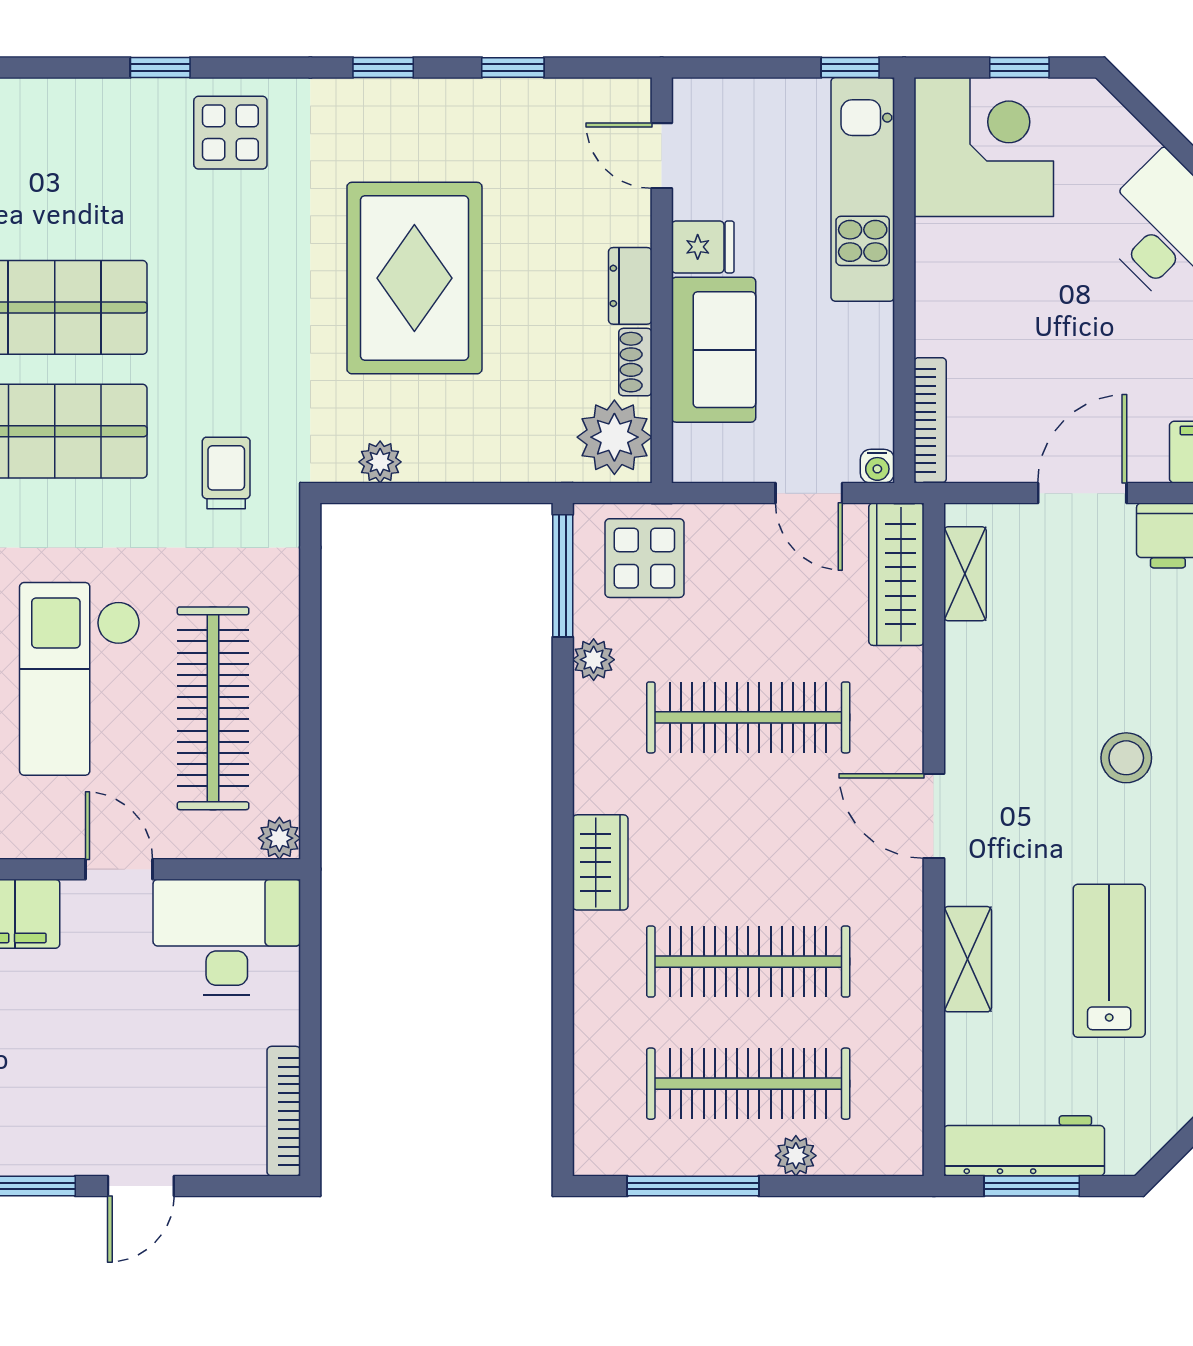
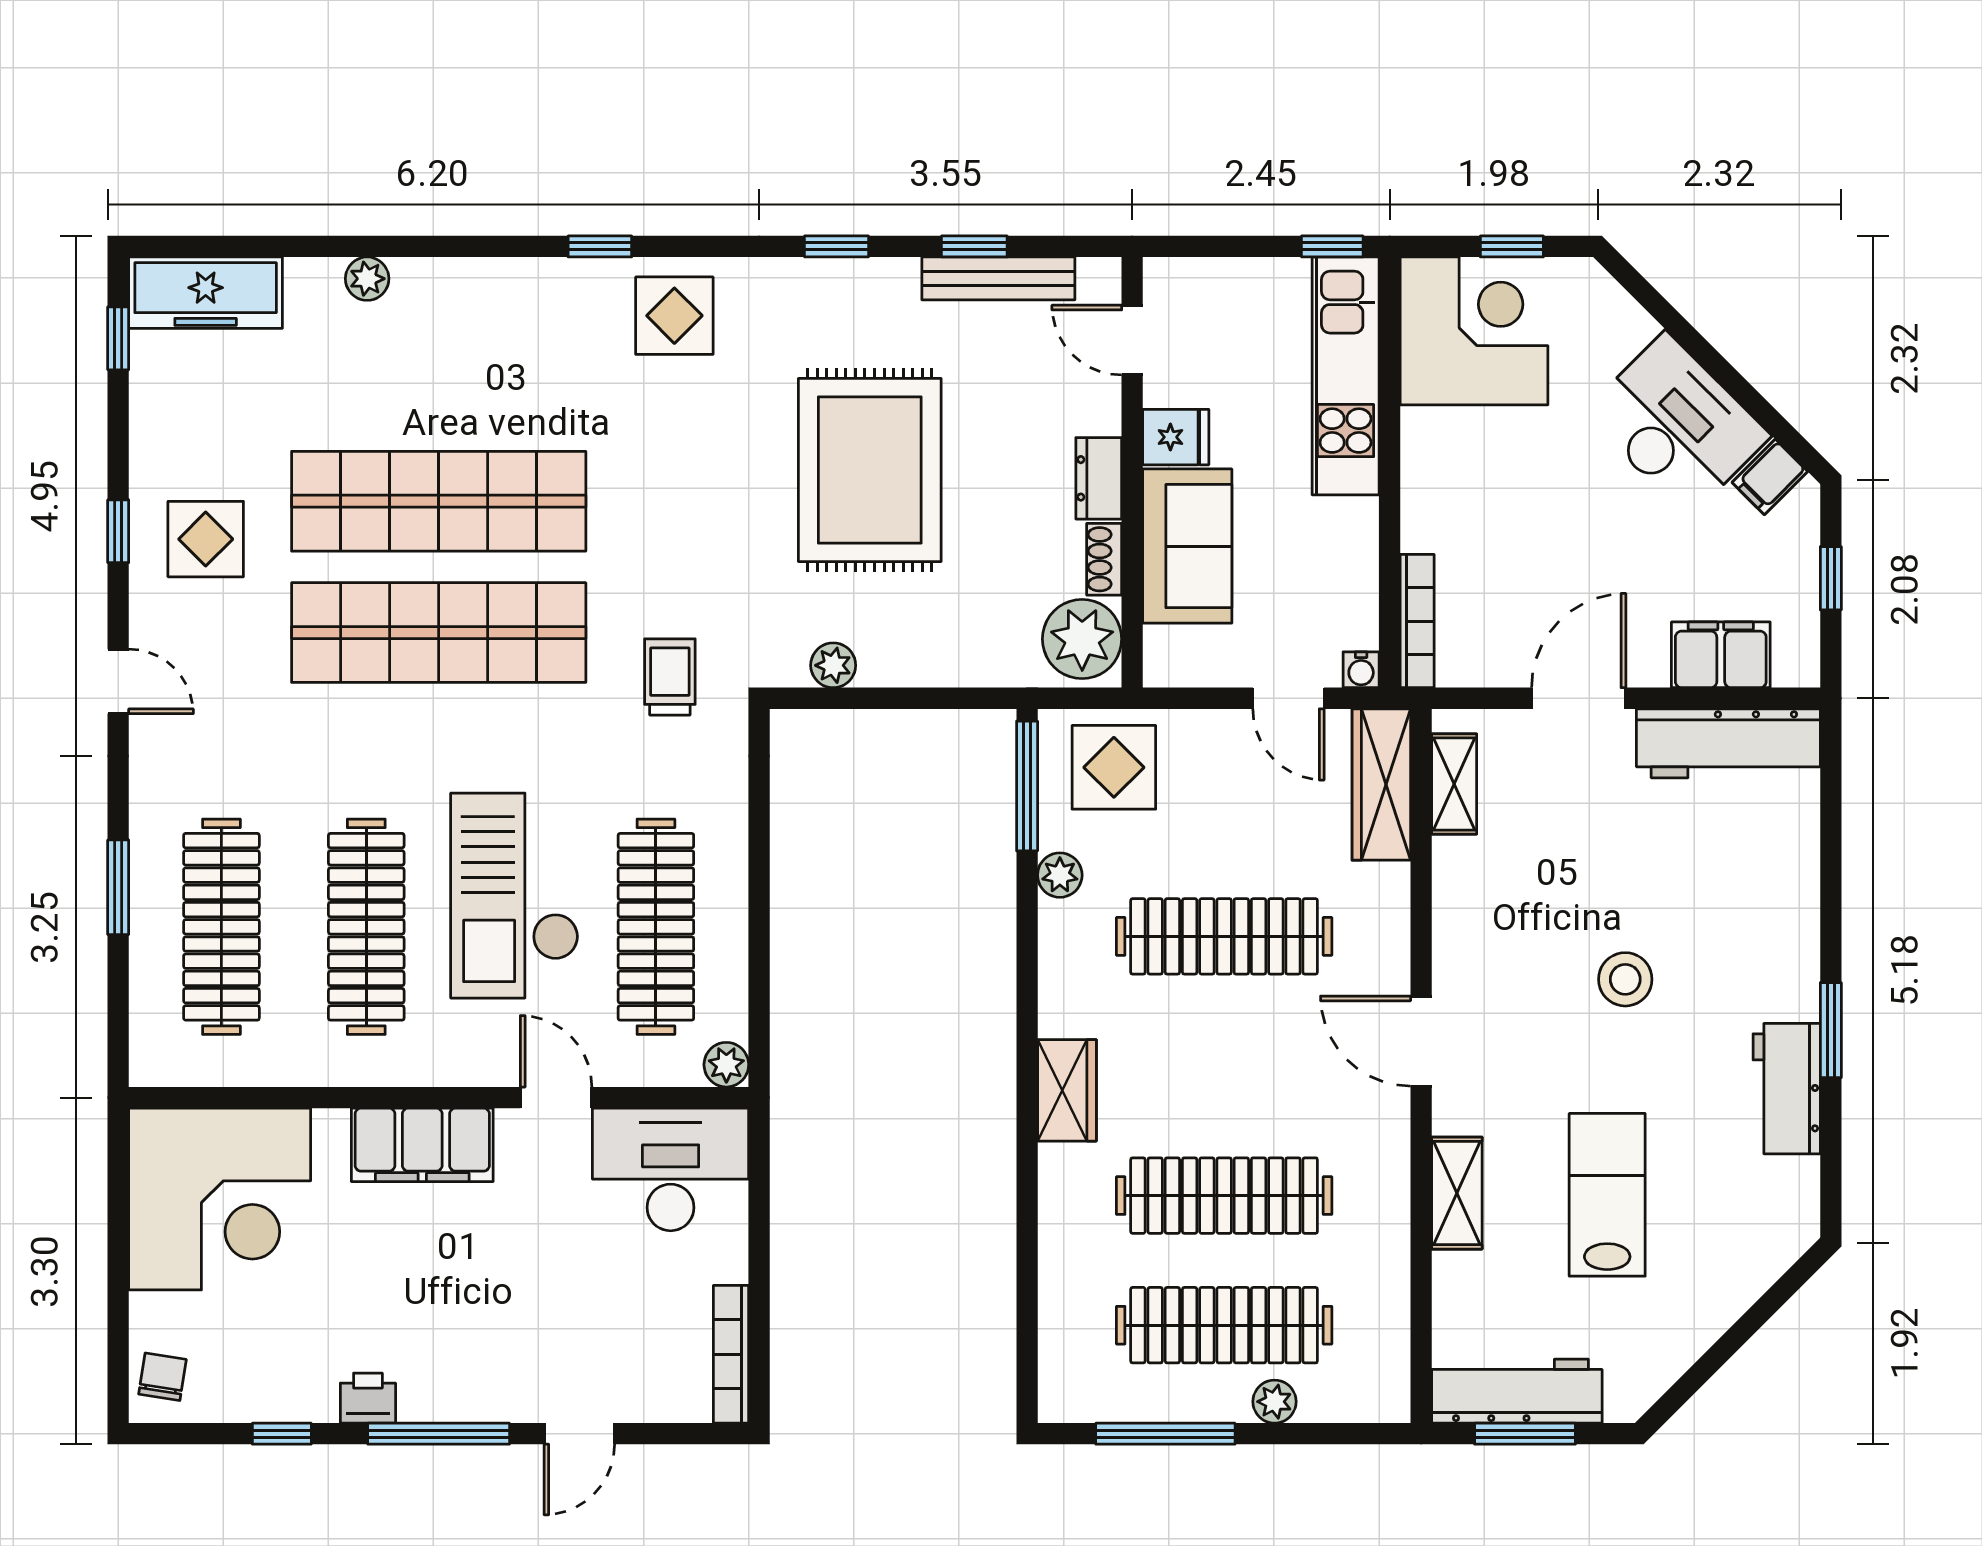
bench: (536, 98) -> (998, 278), added

